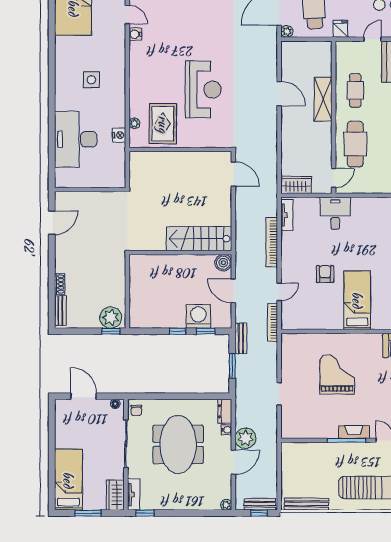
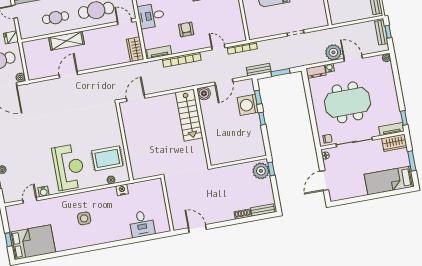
reception desk: (203, 90) -> (69, 167), moved, turned 90
desk: (76, 139) -> (142, 224), width x0.53, depth x0.77
armchair: (325, 274) -> (186, 29), moved, turned 90

